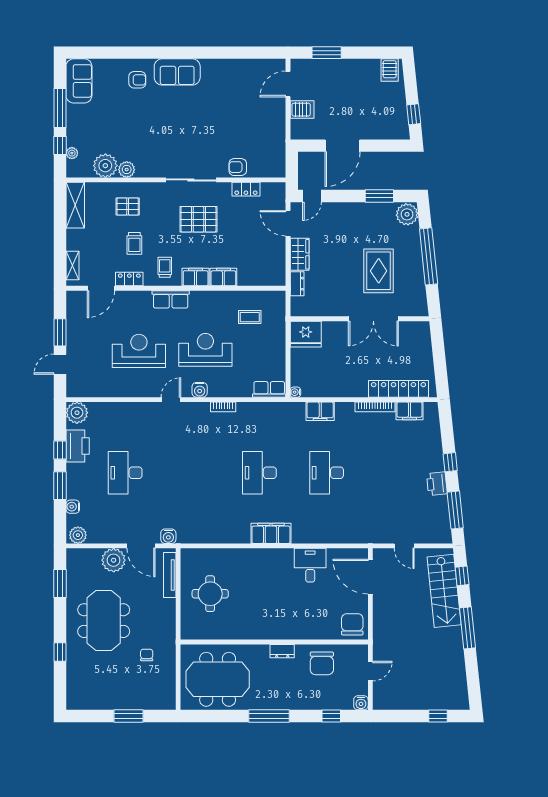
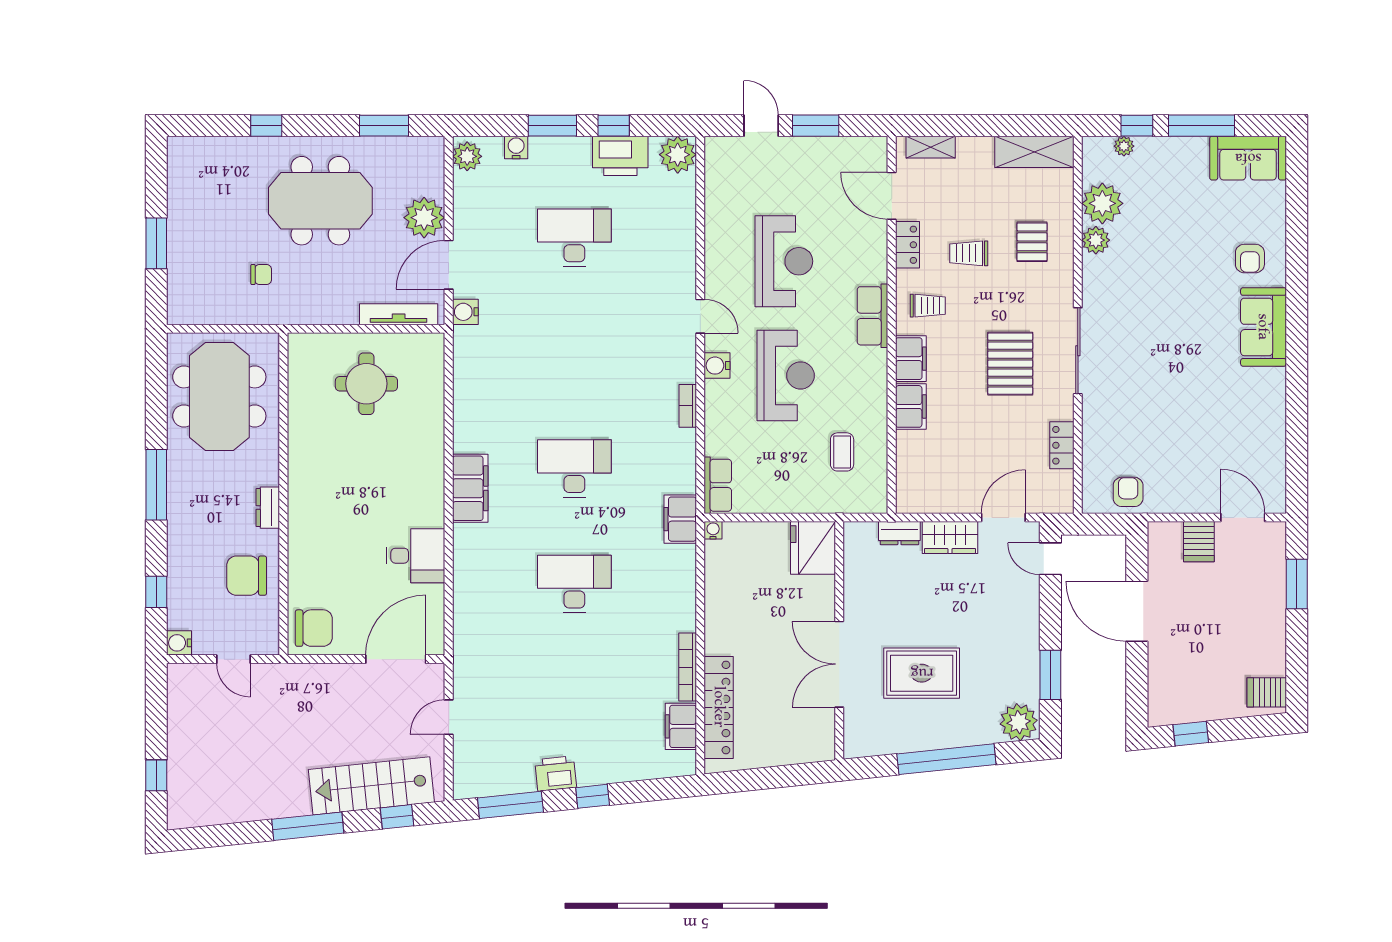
armchair: (238, 167) -> (1128, 492), moved
filing cabinet: (320, 411) -> (680, 519), moved

